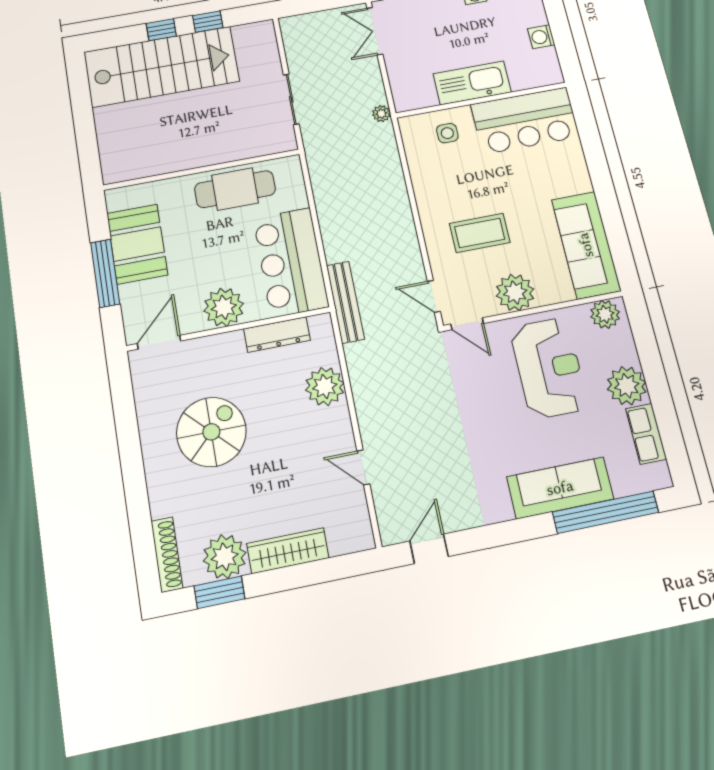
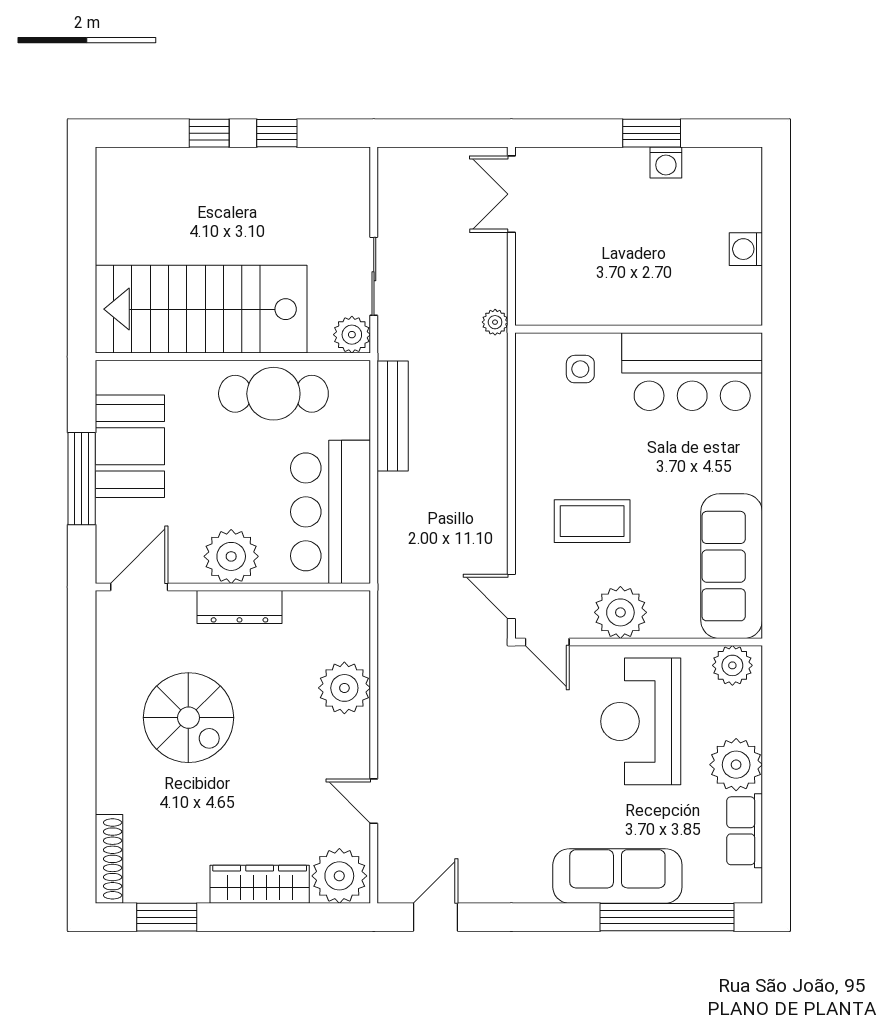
stairs: (162, 67) -> (201, 309), moved, turned 180
kitchen sink: (472, 83) -> (632, 301), removed
plant: (283, 140) -> (352, 335), added
bench: (345, 302) -> (393, 416), moved
dresser: (277, 334) -> (239, 607), moved
reception desk: (549, 368) -> (641, 721), turned 180
spiral stairs: (211, 432) -> (188, 718), turned 90
plant: (225, 557) -> (339, 876), moved

